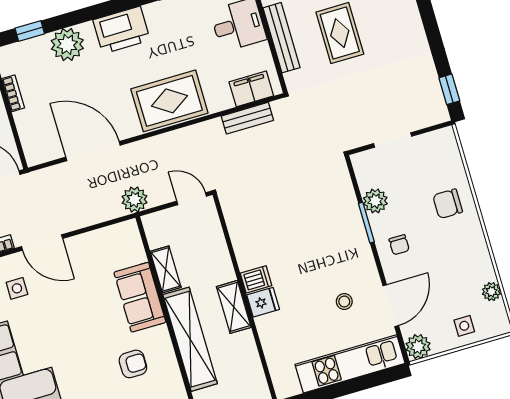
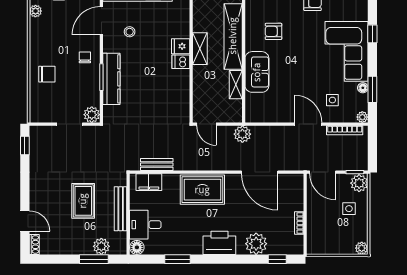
plant: (375, 201) -> (92, 115), moved
kitchen counter: (351, 224) -> (111, 79), added

